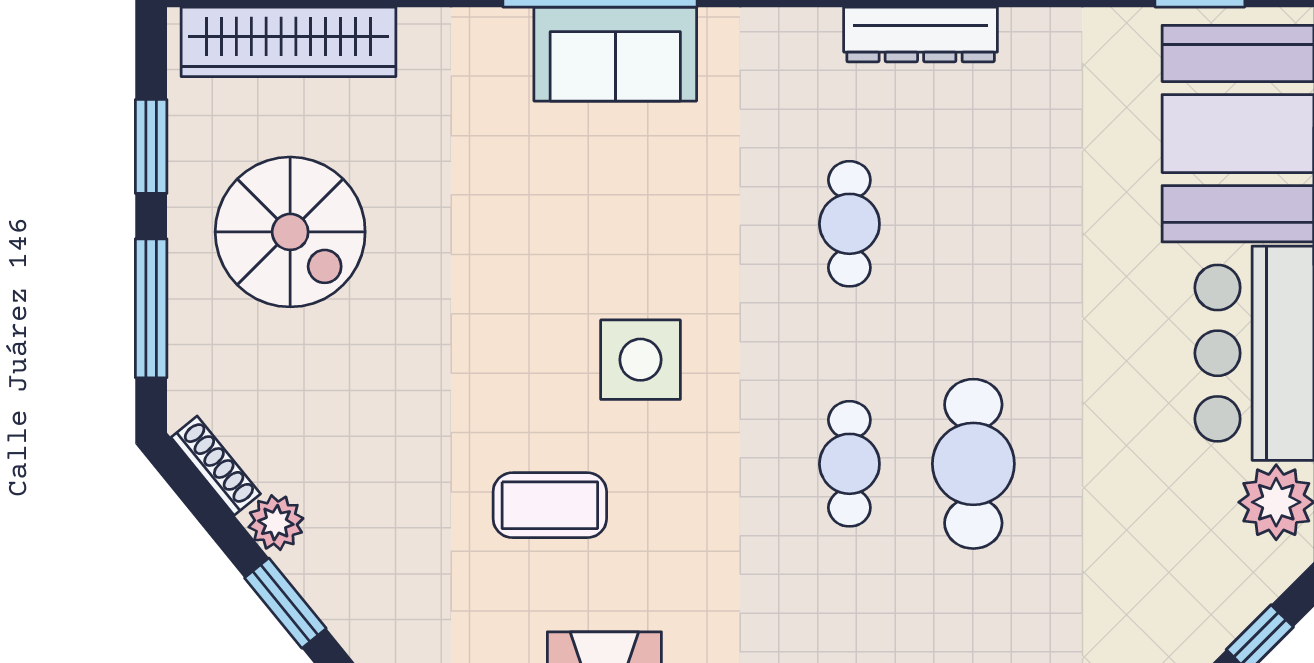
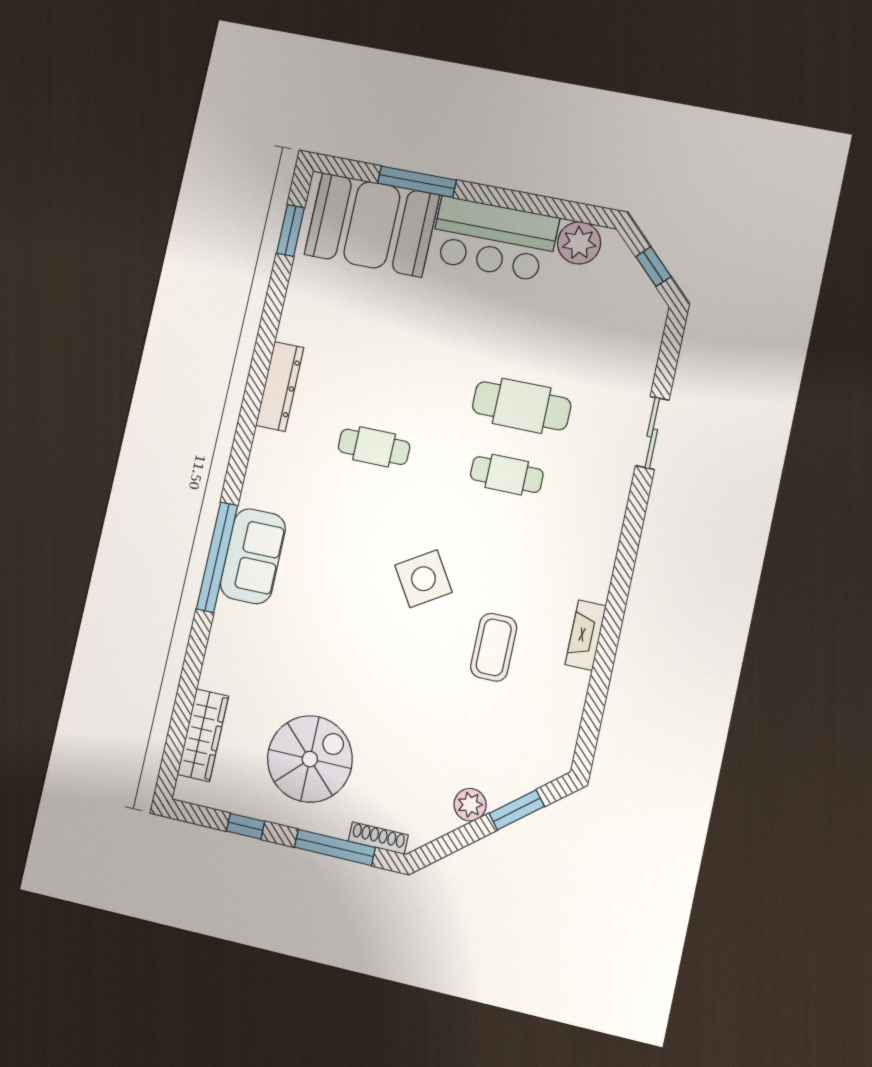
wardrobe: (289, 42) -> (203, 735), width x0.71, depth x0.85
window: (151, 146) -> (246, 826), width x0.67
side table: (640, 360) -> (423, 579), turned -32
shoe rack: (216, 466) -> (378, 838), moved, turned 39

